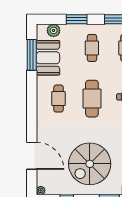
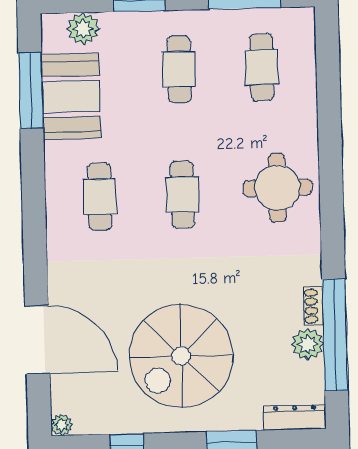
cafe table: (92, 99) -> (182, 194), width x0.73, depth x0.74

